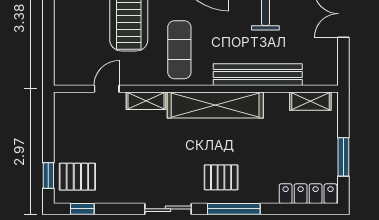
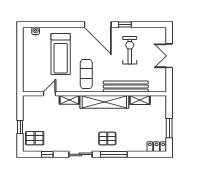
shelving: (310, 101) -> (140, 100), moved
window: (48, 175) -> (20, 127), moved
locker: (308, 194) -> (157, 147), width x0.66
window: (82, 209) -> (47, 154), moved

